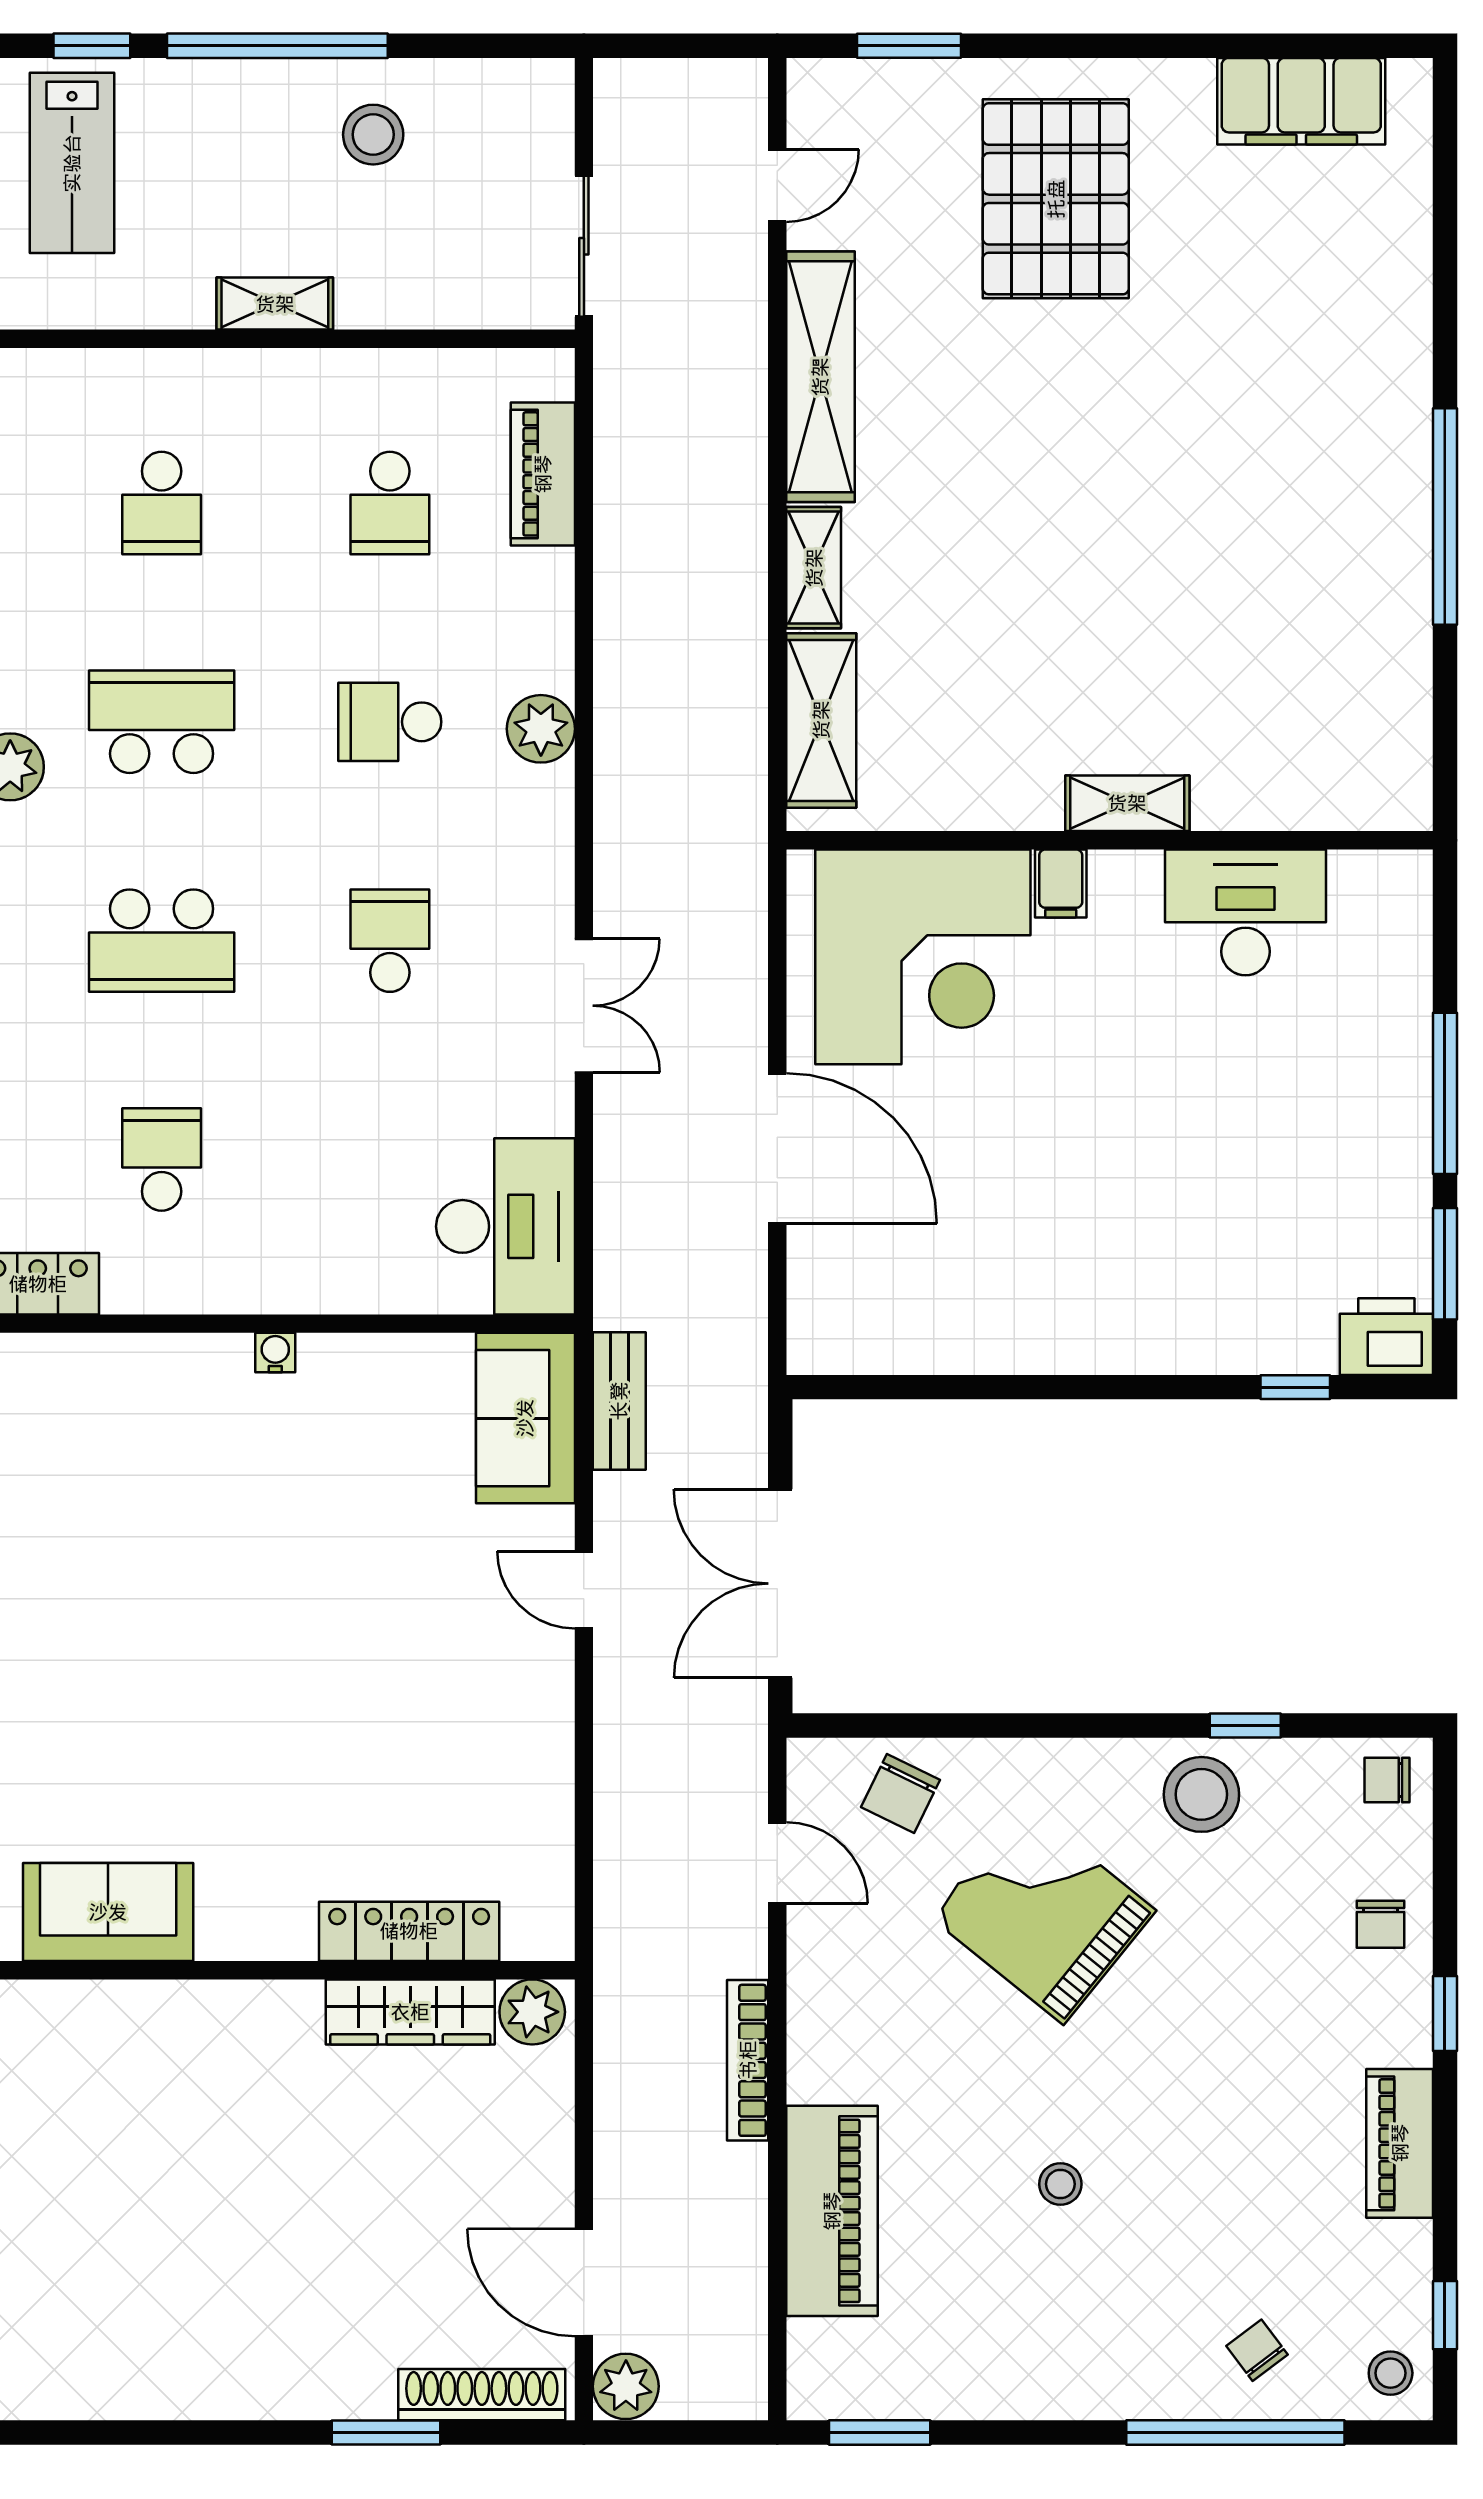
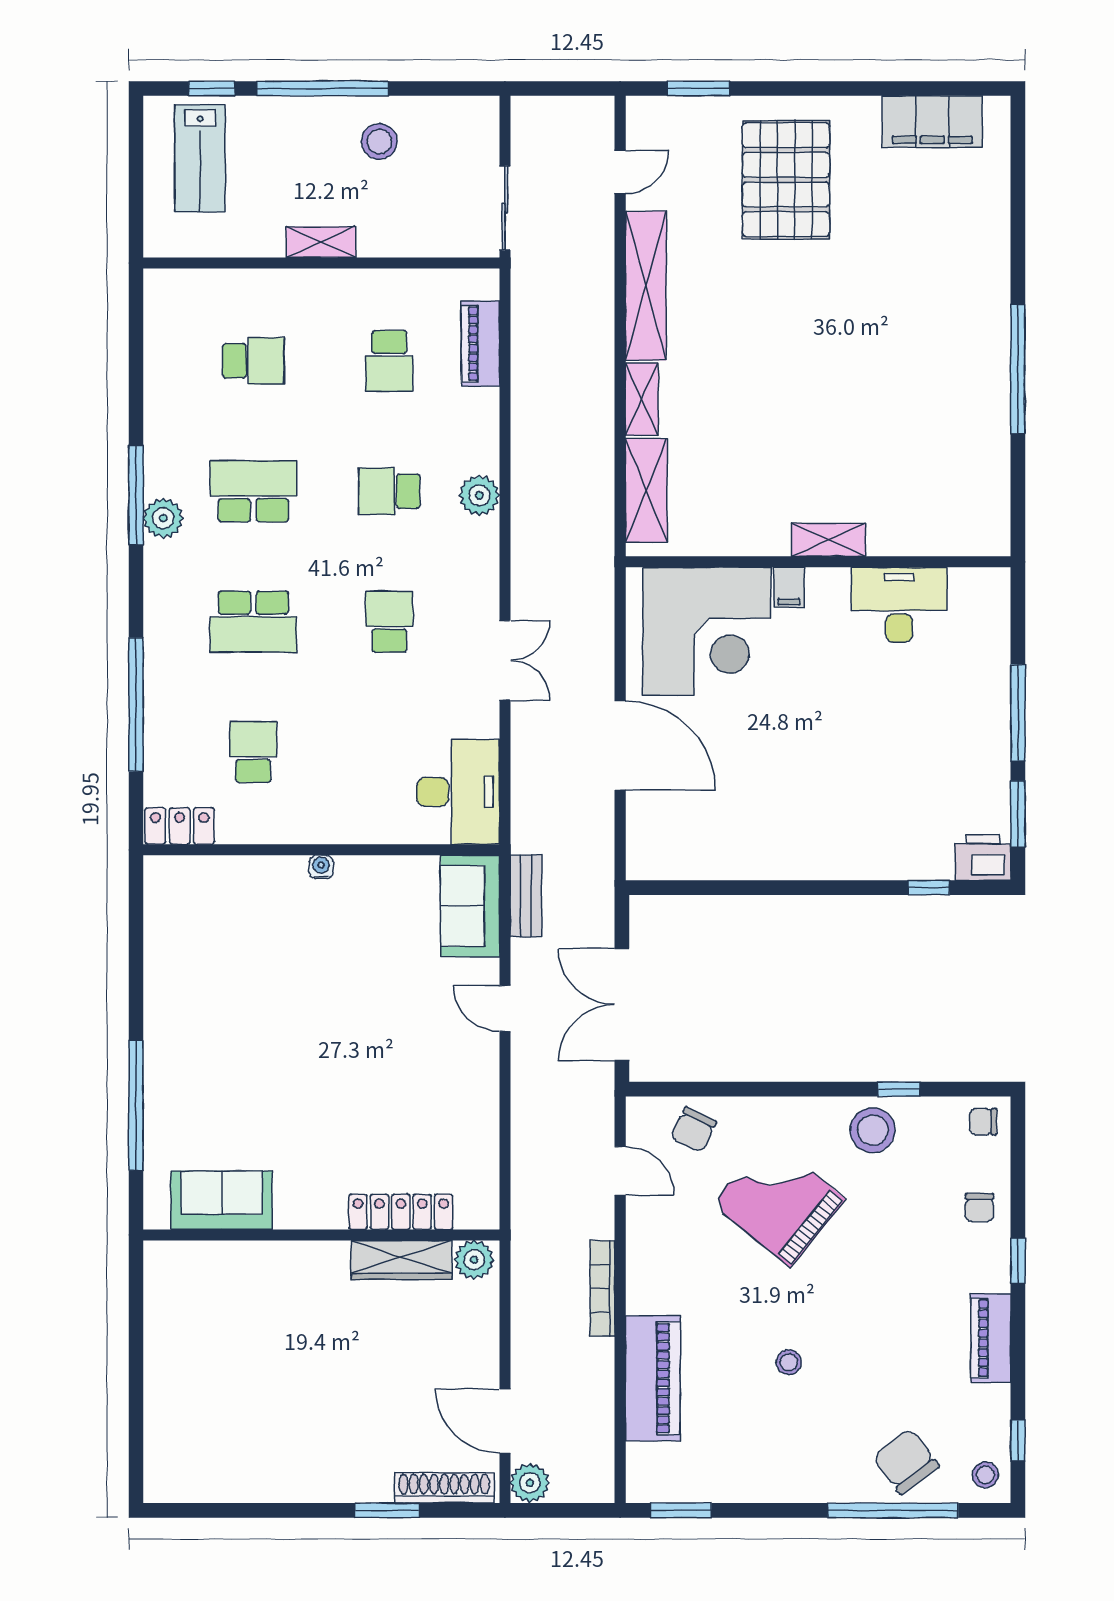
school desk: (162, 503) -> (253, 361), turned -90
chair: (1257, 2350) -> (906, 1461), width x1.87, depth x1.87

